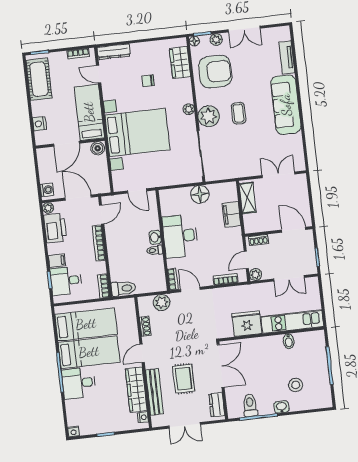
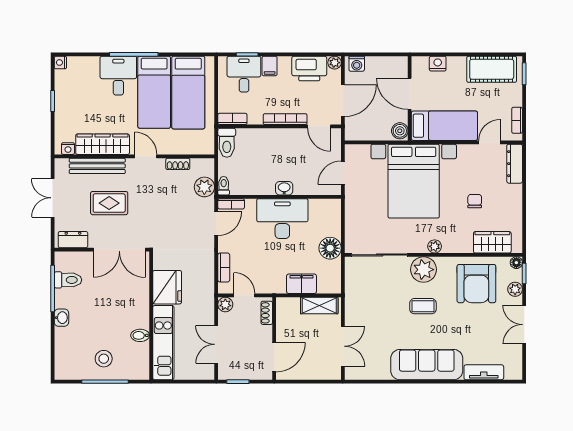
toilet: (155, 250) -> (224, 186), moved
stool: (296, 385) -> (104, 359), moved

